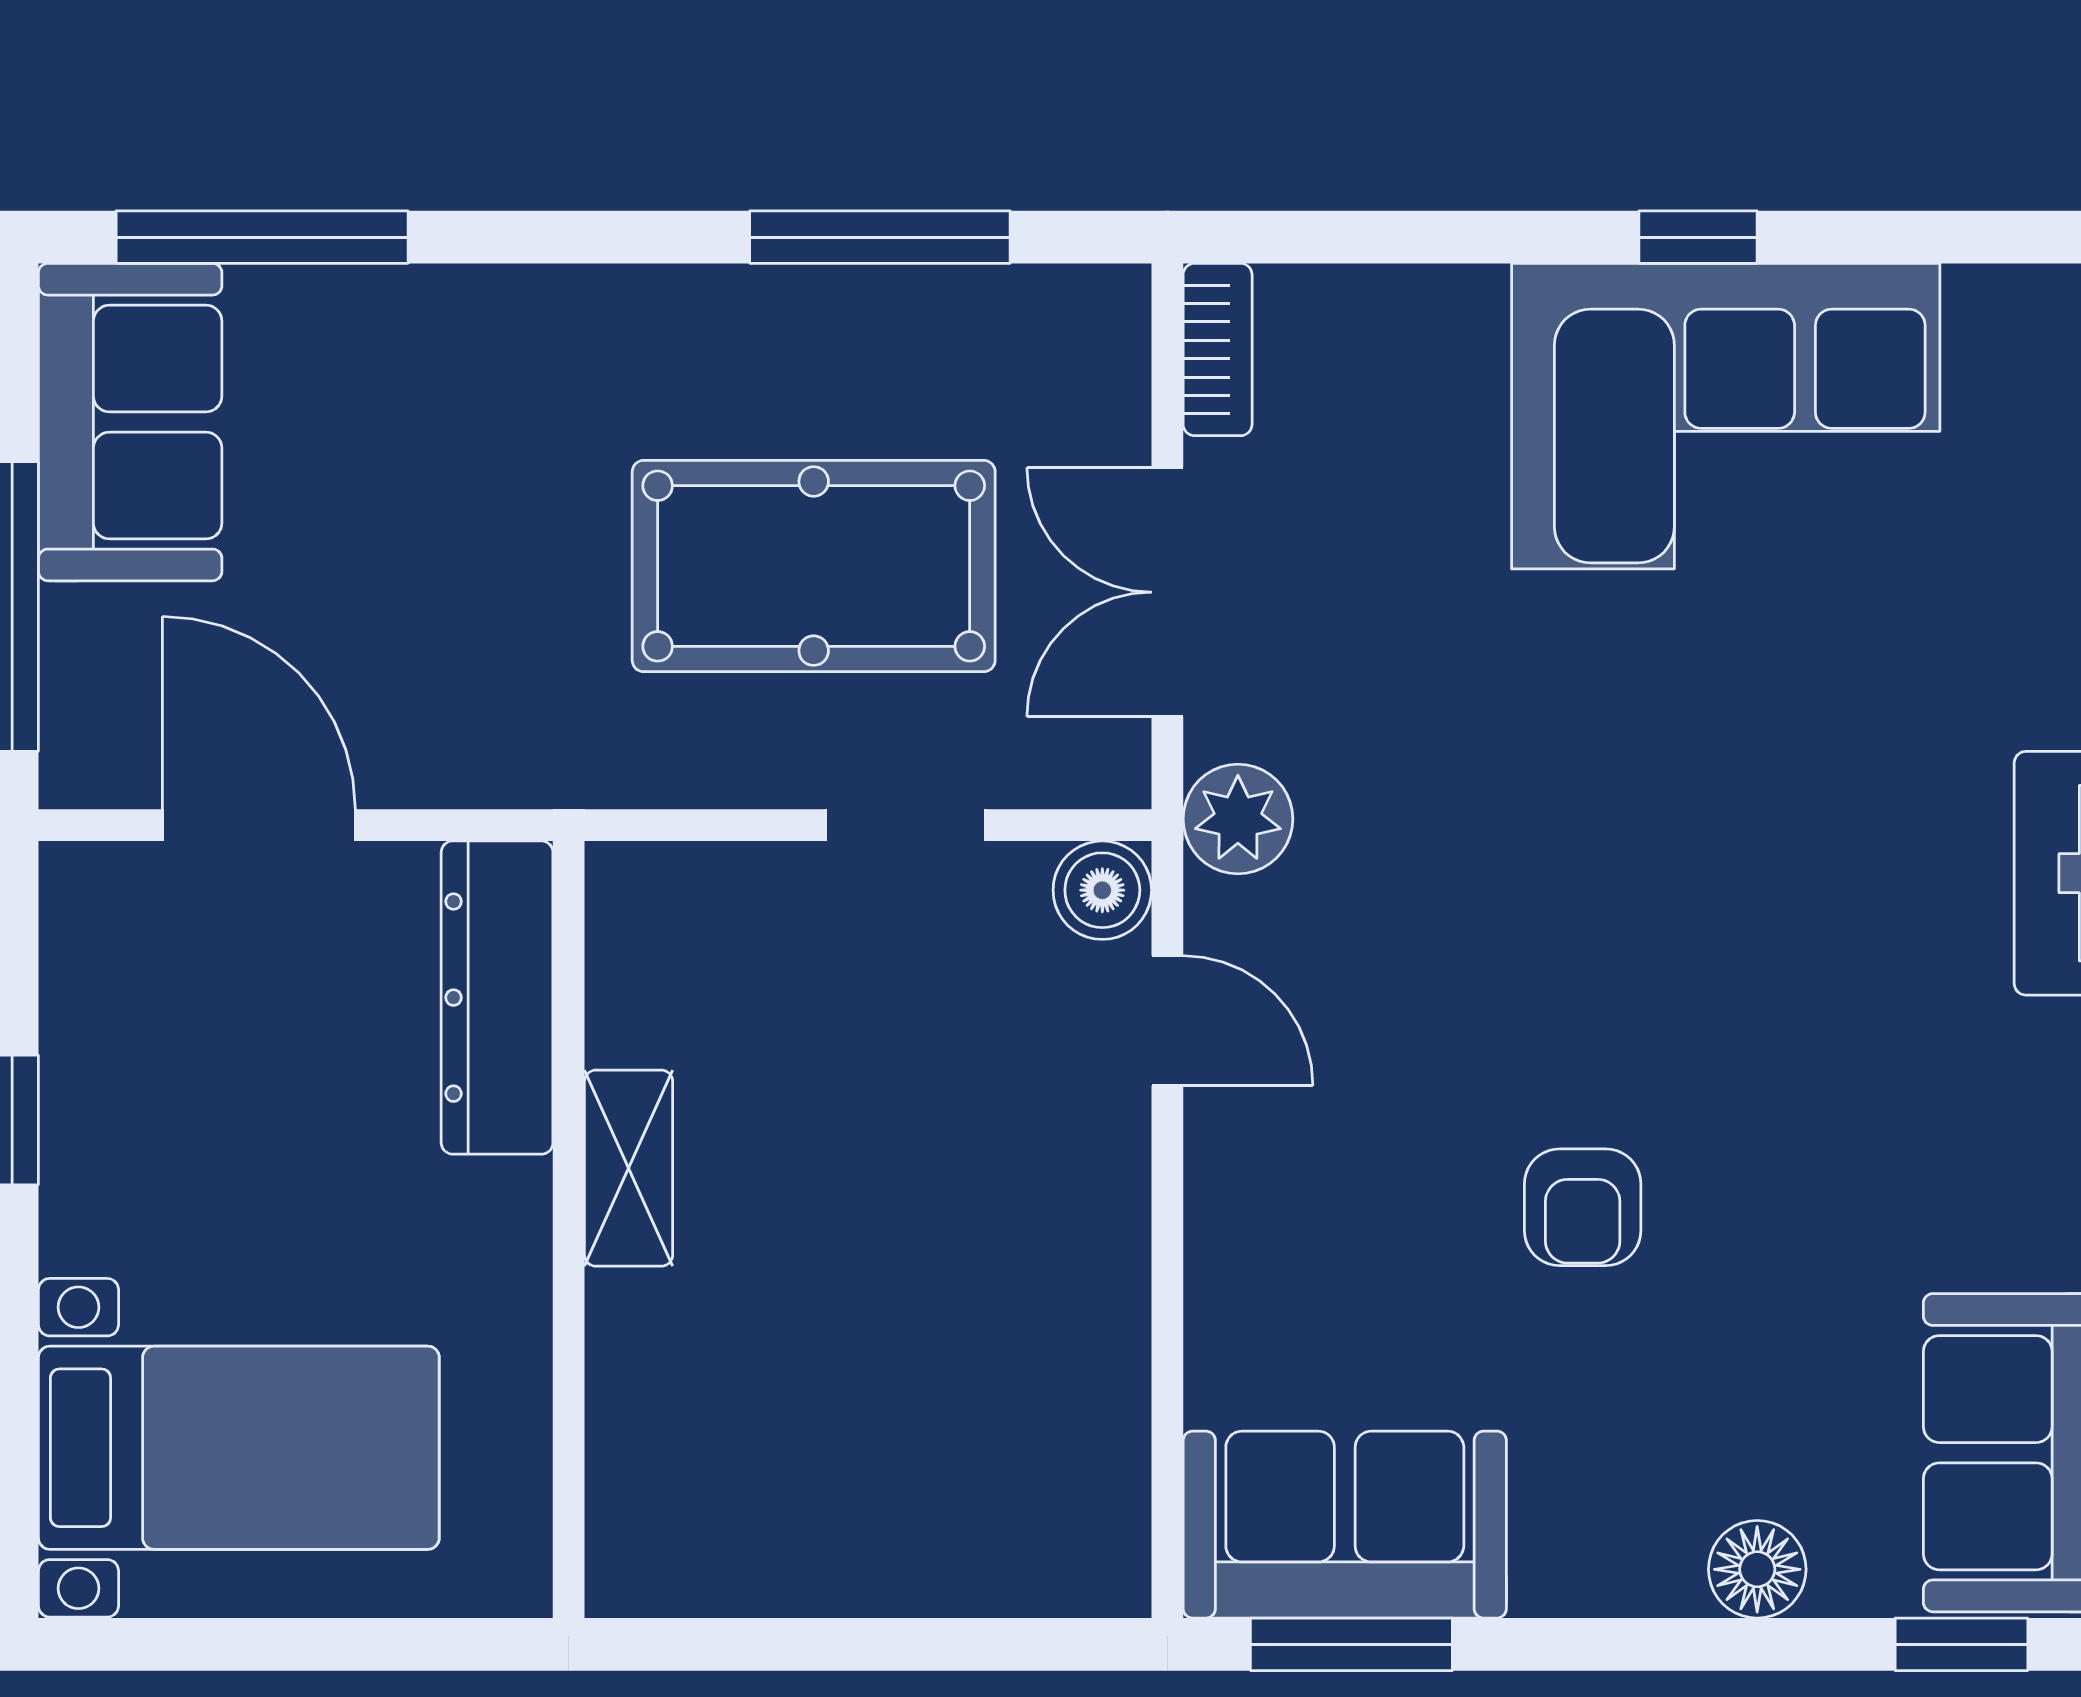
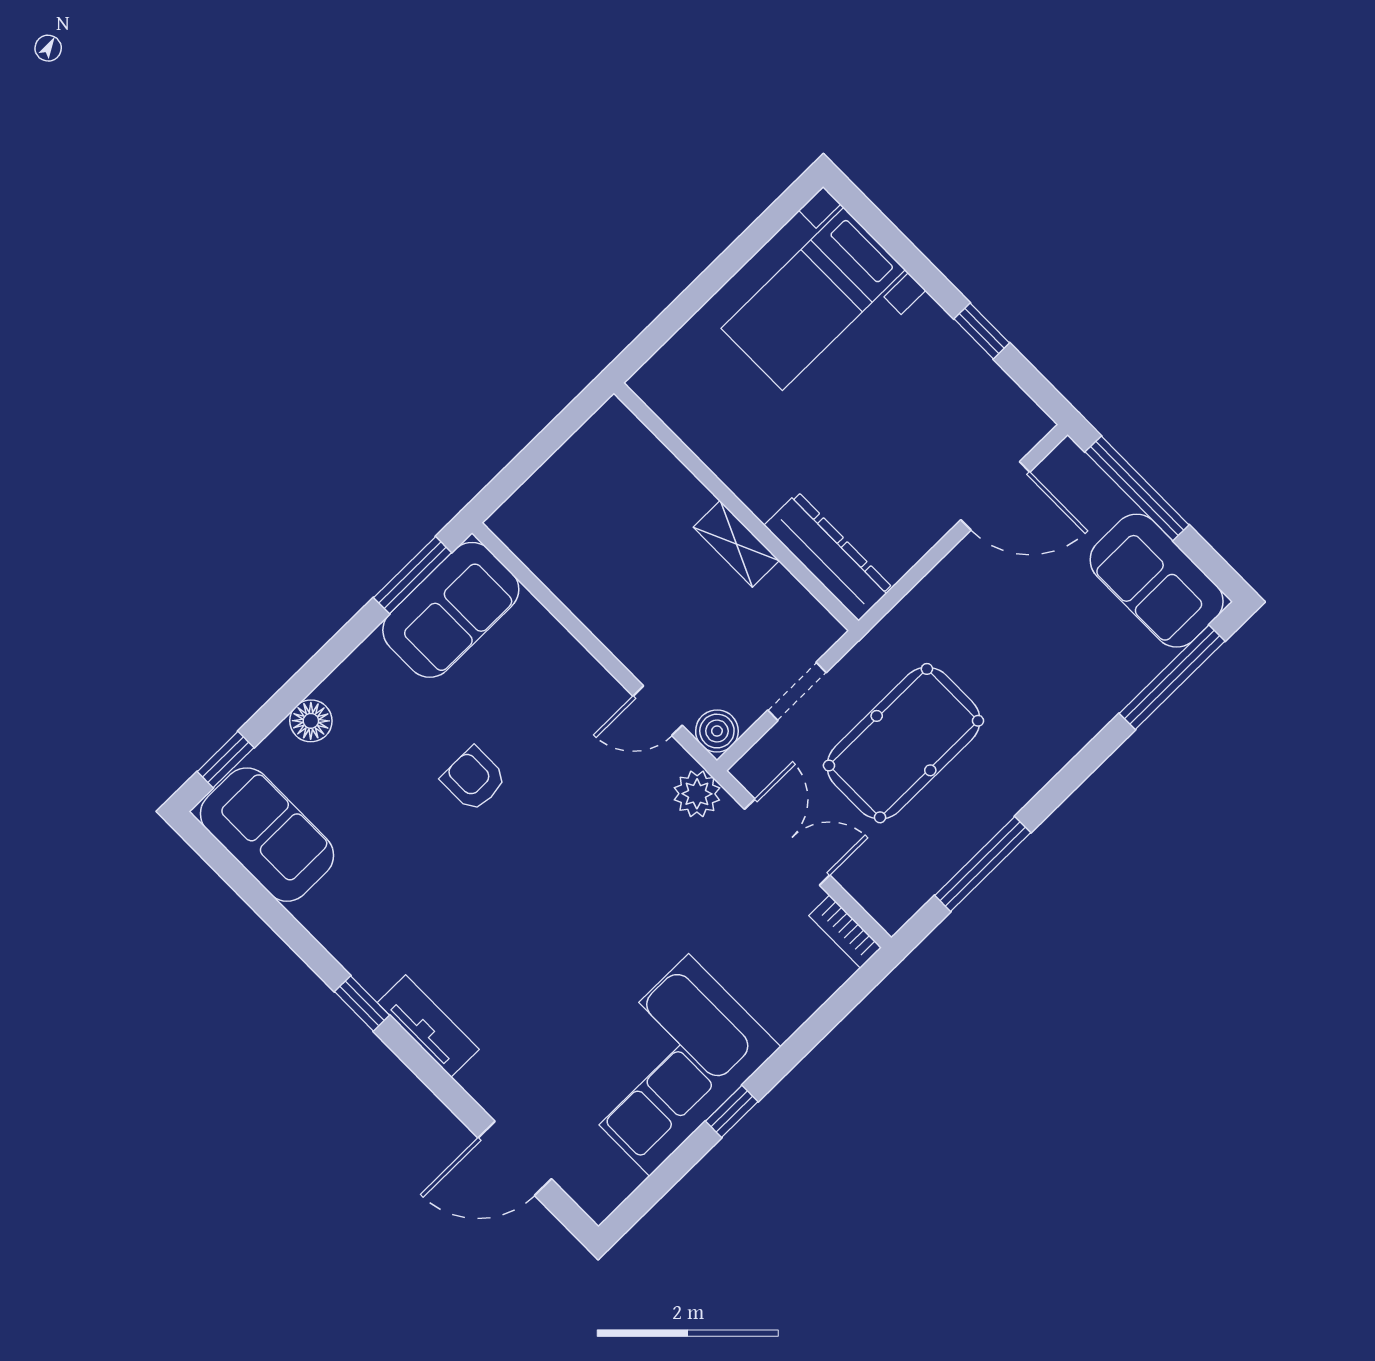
dresser: (497, 998) -> (828, 556), moved
shelving: (629, 1168) -> (736, 544), moved
wall: (569, 1230) -> (736, 507), moved

